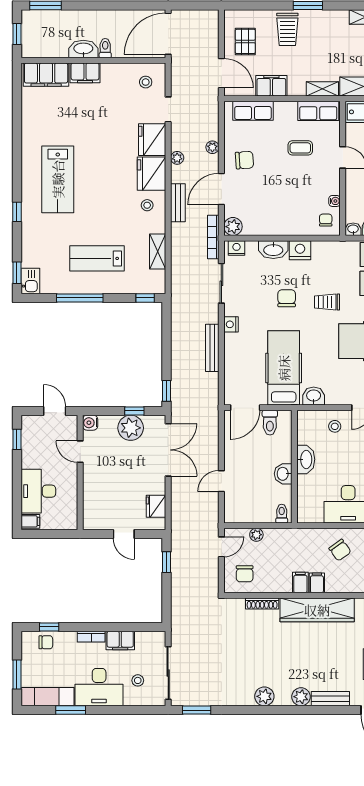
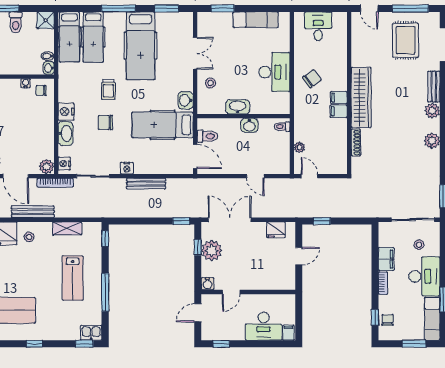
bench: (178, 203) -> (33, 212), width x1.36
chair: (245, 574) -> (331, 157), removed

